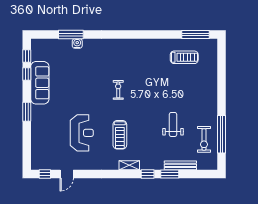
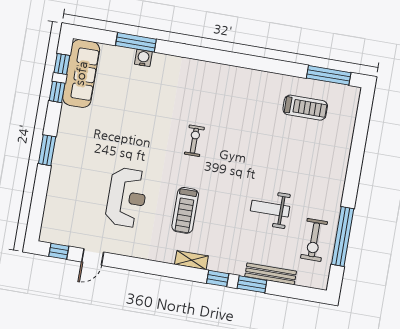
sofa: (40, 83) -> (81, 73), moved
weight bench: (173, 124) -> (270, 209), turned -90

